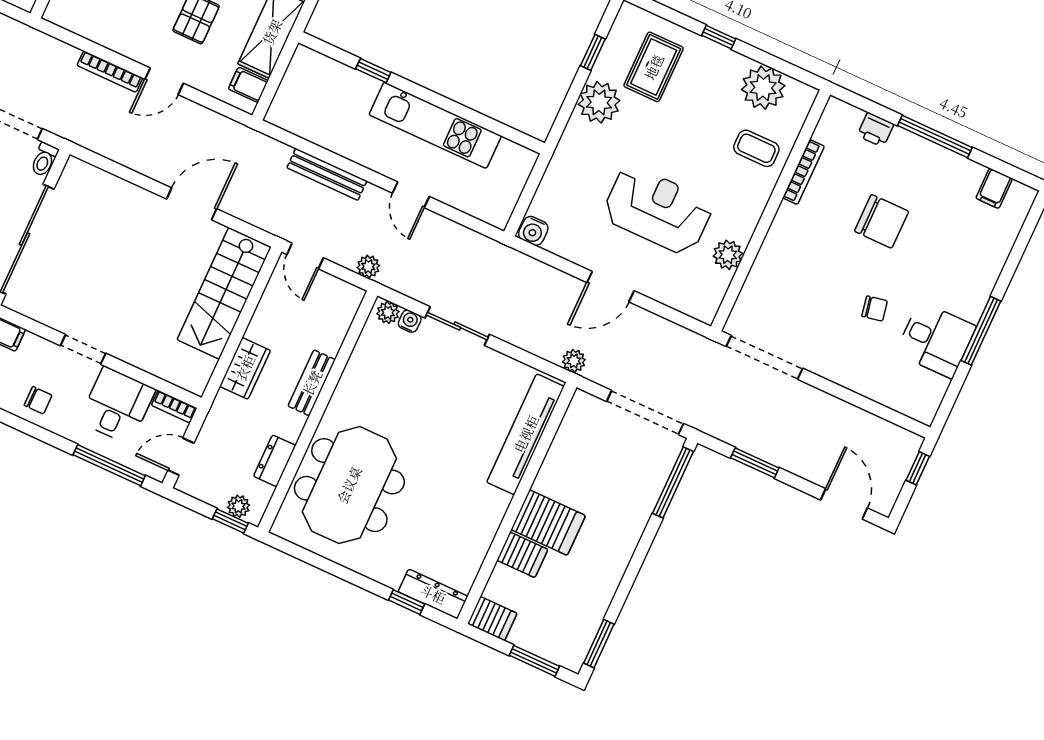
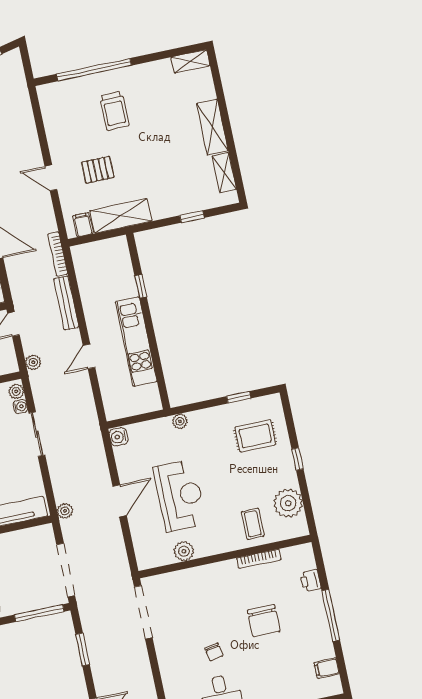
bookcase: (110, 72) -> (58, 254), moved
plant: (599, 102) -> (180, 421), moved, width x0.53, depth x0.53
door: (611, 287) -> (120, 501), swing flipped

